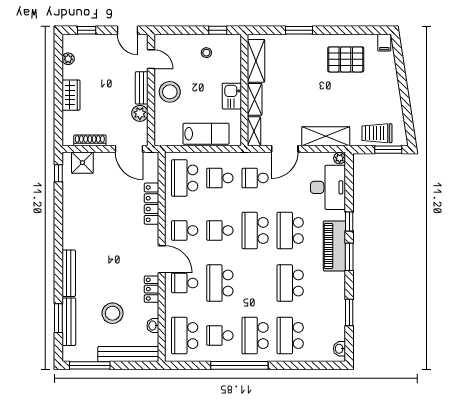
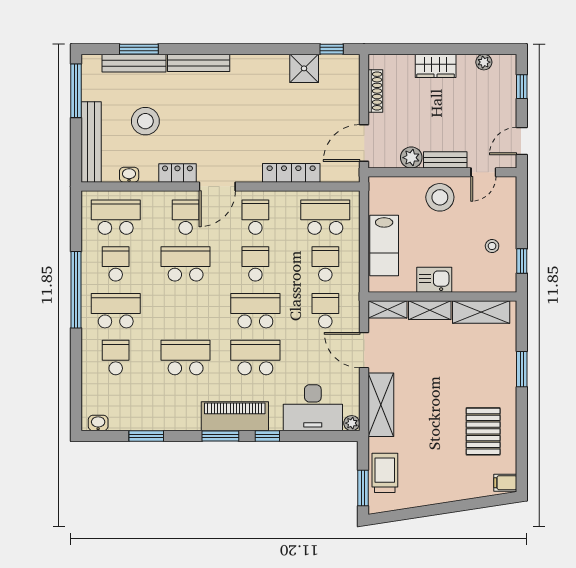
shower: (82, 163) -> (304, 68), moved
school desk: (290, 336) -> (116, 358), width x0.54

